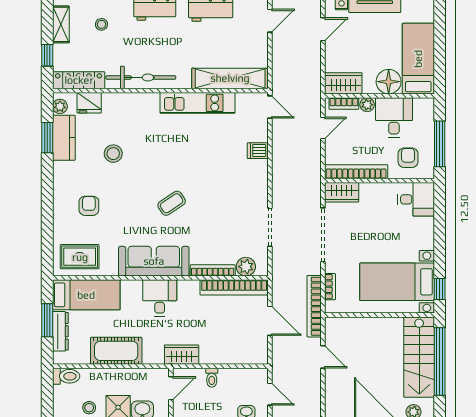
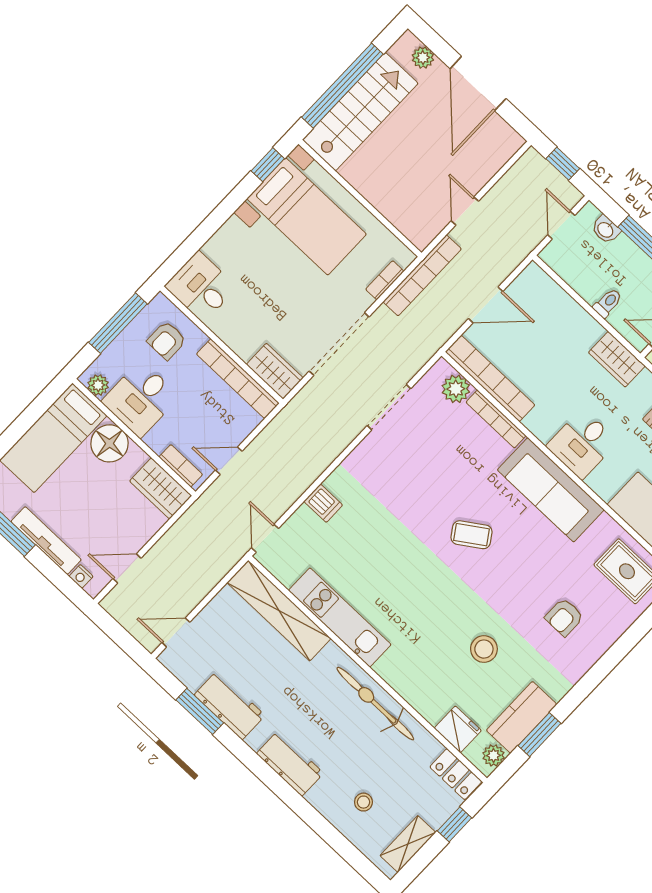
locker: (79, 80) -> (456, 774), width x0.66
plant: (367, 105) -> (98, 385), moved
door: (270, 321) -> (486, 305), swing flipped

